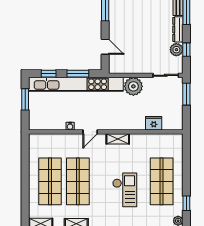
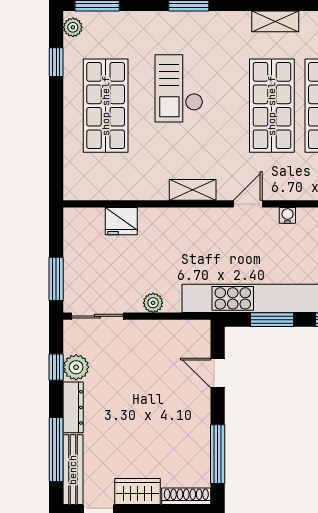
plant: (133, 86) -> (153, 303), width x0.53, depth x0.53

